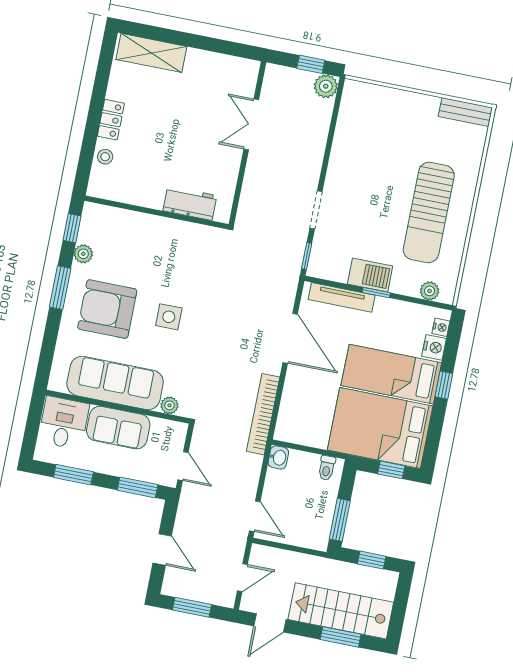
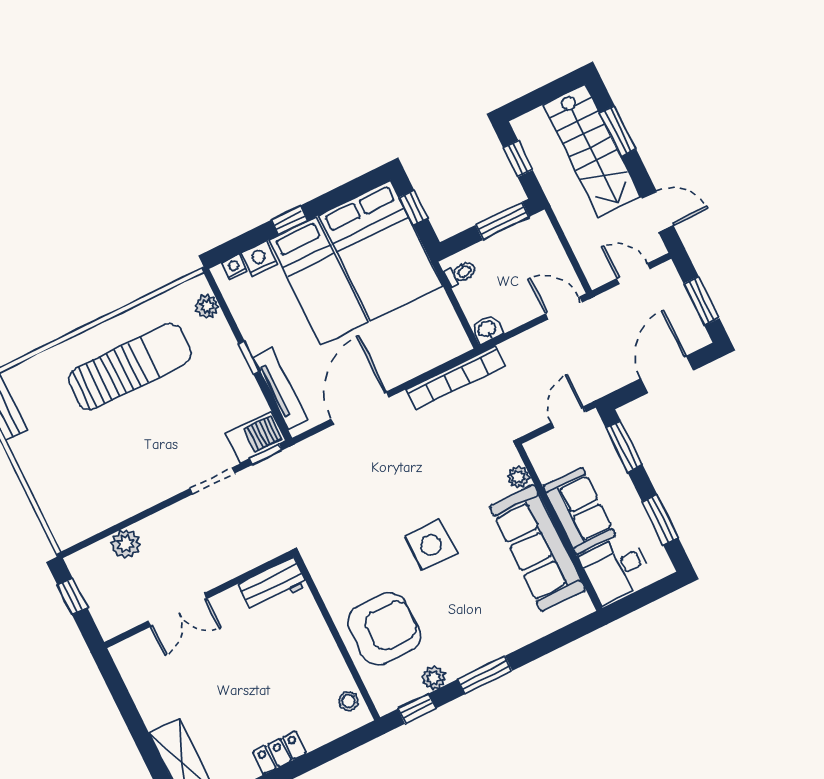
plant: (326, 86) -> (126, 544), moved
stool: (105, 157) -> (349, 701), moved
workbench: (190, 203) -> (273, 585), moved, turned -90
barbecue: (370, 275) -> (256, 437), moved, turned 90
armchair: (107, 309) -> (384, 629), moved, turned -90
side table: (169, 317) -> (431, 545), width x1.37, depth x1.37
door: (255, 516) -> (563, 308), hinge flipped
door: (162, 550) -> (667, 374), width x1.38

